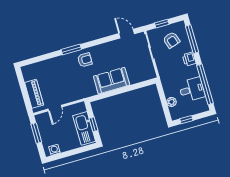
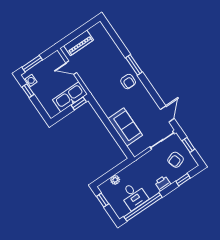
window: (192, 39) -> (183, 180), width x0.46
sofa: (112, 81) -> (125, 127), moved
window: (94, 124) -> (79, 103), moved
kitchen sink: (84, 128) -> (70, 97), moved
window: (36, 133) -> (32, 64), moved
window: (63, 155) -> (28, 91), added

